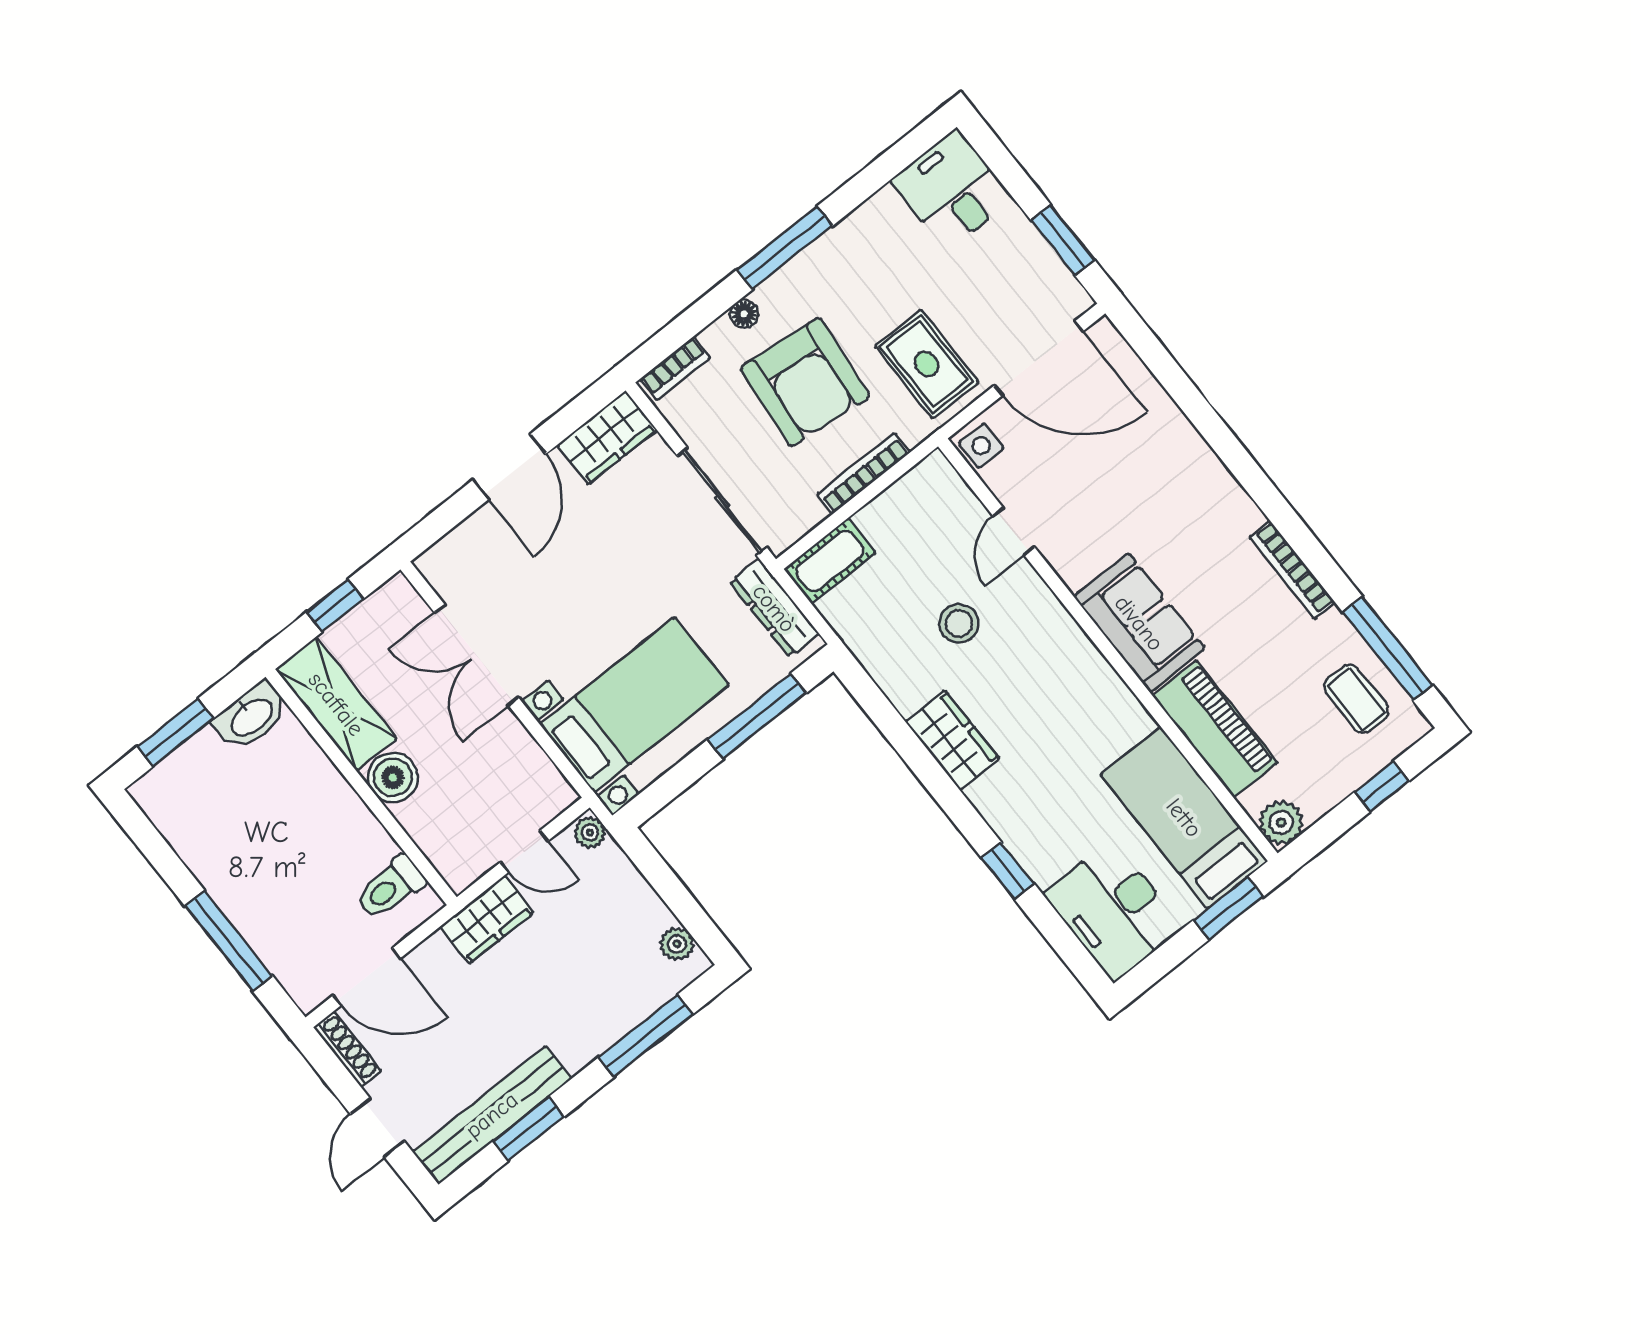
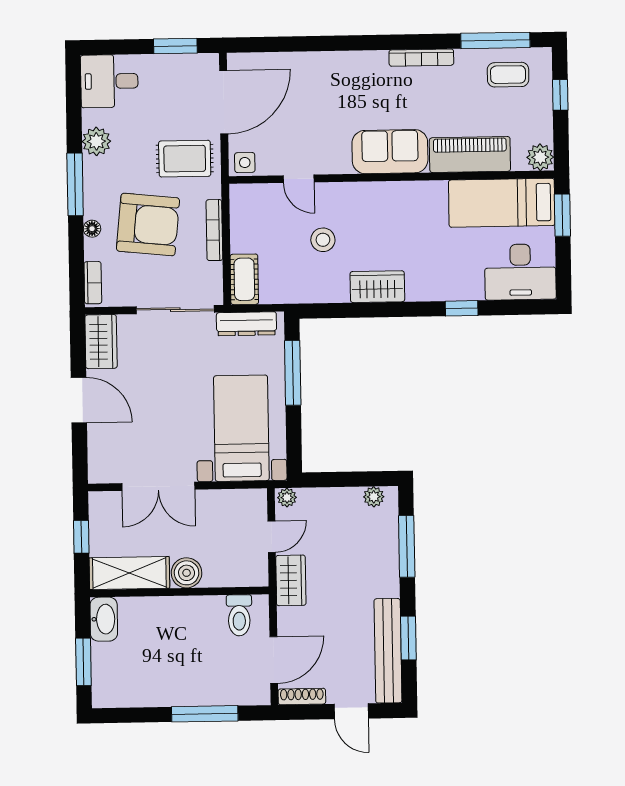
plant: (861, 233) -> (96, 141), added

